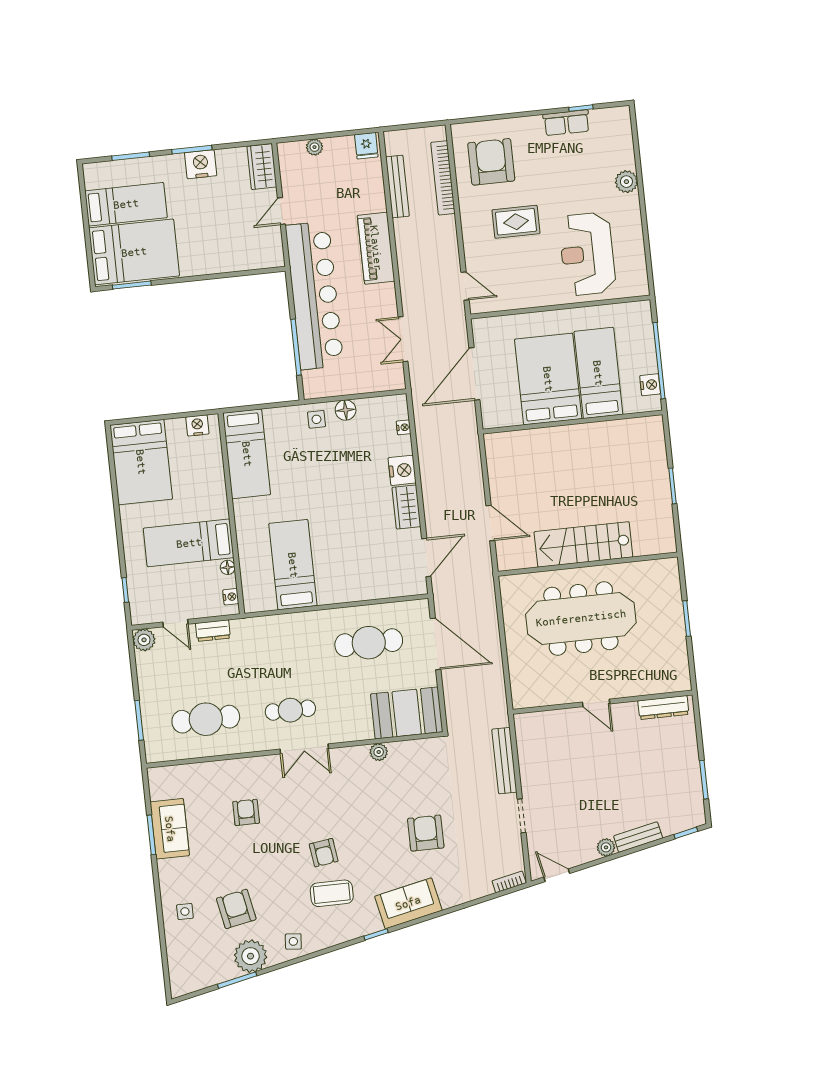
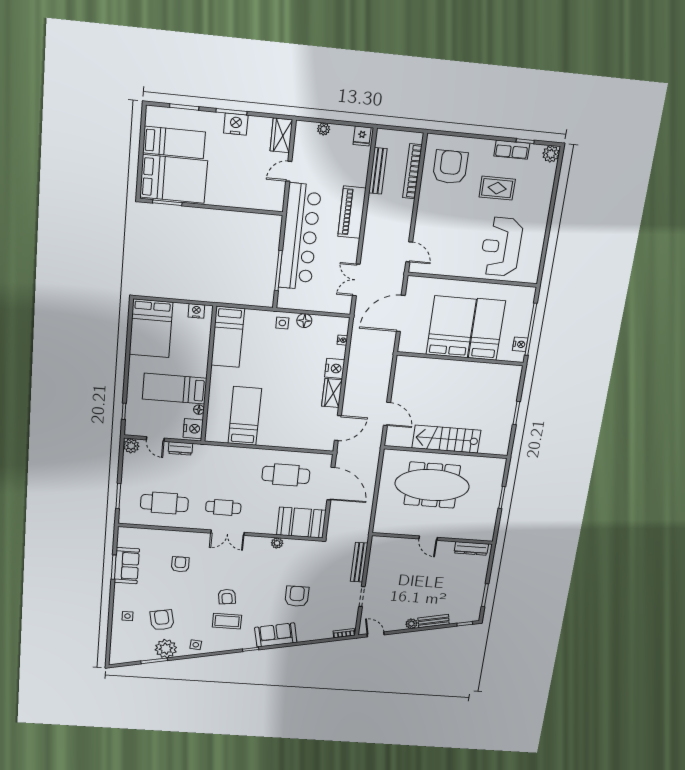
plant: (626, 182) -> (551, 154), moved
rug: (516, 222) -> (497, 188), moved
nightstand: (231, 597) -> (193, 429), width x1.89, depth x1.79

